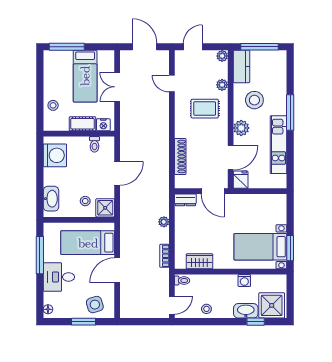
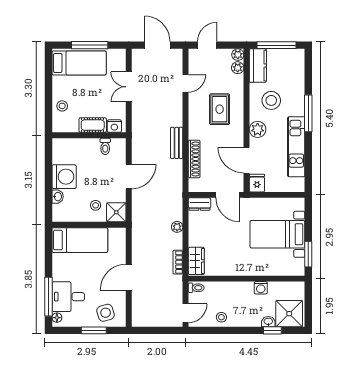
window: (67, 47) -> (90, 45), moved
bed: (85, 76) -> (79, 63), moved, turned -90
door: (172, 84) -> (185, 83), swing flipped
plant: (222, 85) -> (238, 68), moved
rug: (205, 109) -> (220, 109), turned 90
bench: (163, 141) -> (177, 143), added
washing machine: (55, 155) -> (64, 177), moved
door: (231, 158) -> (247, 160), swing flipped
washbasin: (51, 199) -> (58, 197), width x0.52, depth x0.69
bed: (88, 243) -> (80, 240), moved, turned 180
bed with nightstands: (260, 247) -> (277, 234), moved
window: (40, 255) -> (49, 297), moved
wardrobe: (199, 261) -> (196, 261), moved, turned 90
desk: (59, 277) -> (68, 297), moved
washbasin: (246, 311) -> (268, 322), width x0.52, depth x0.69

